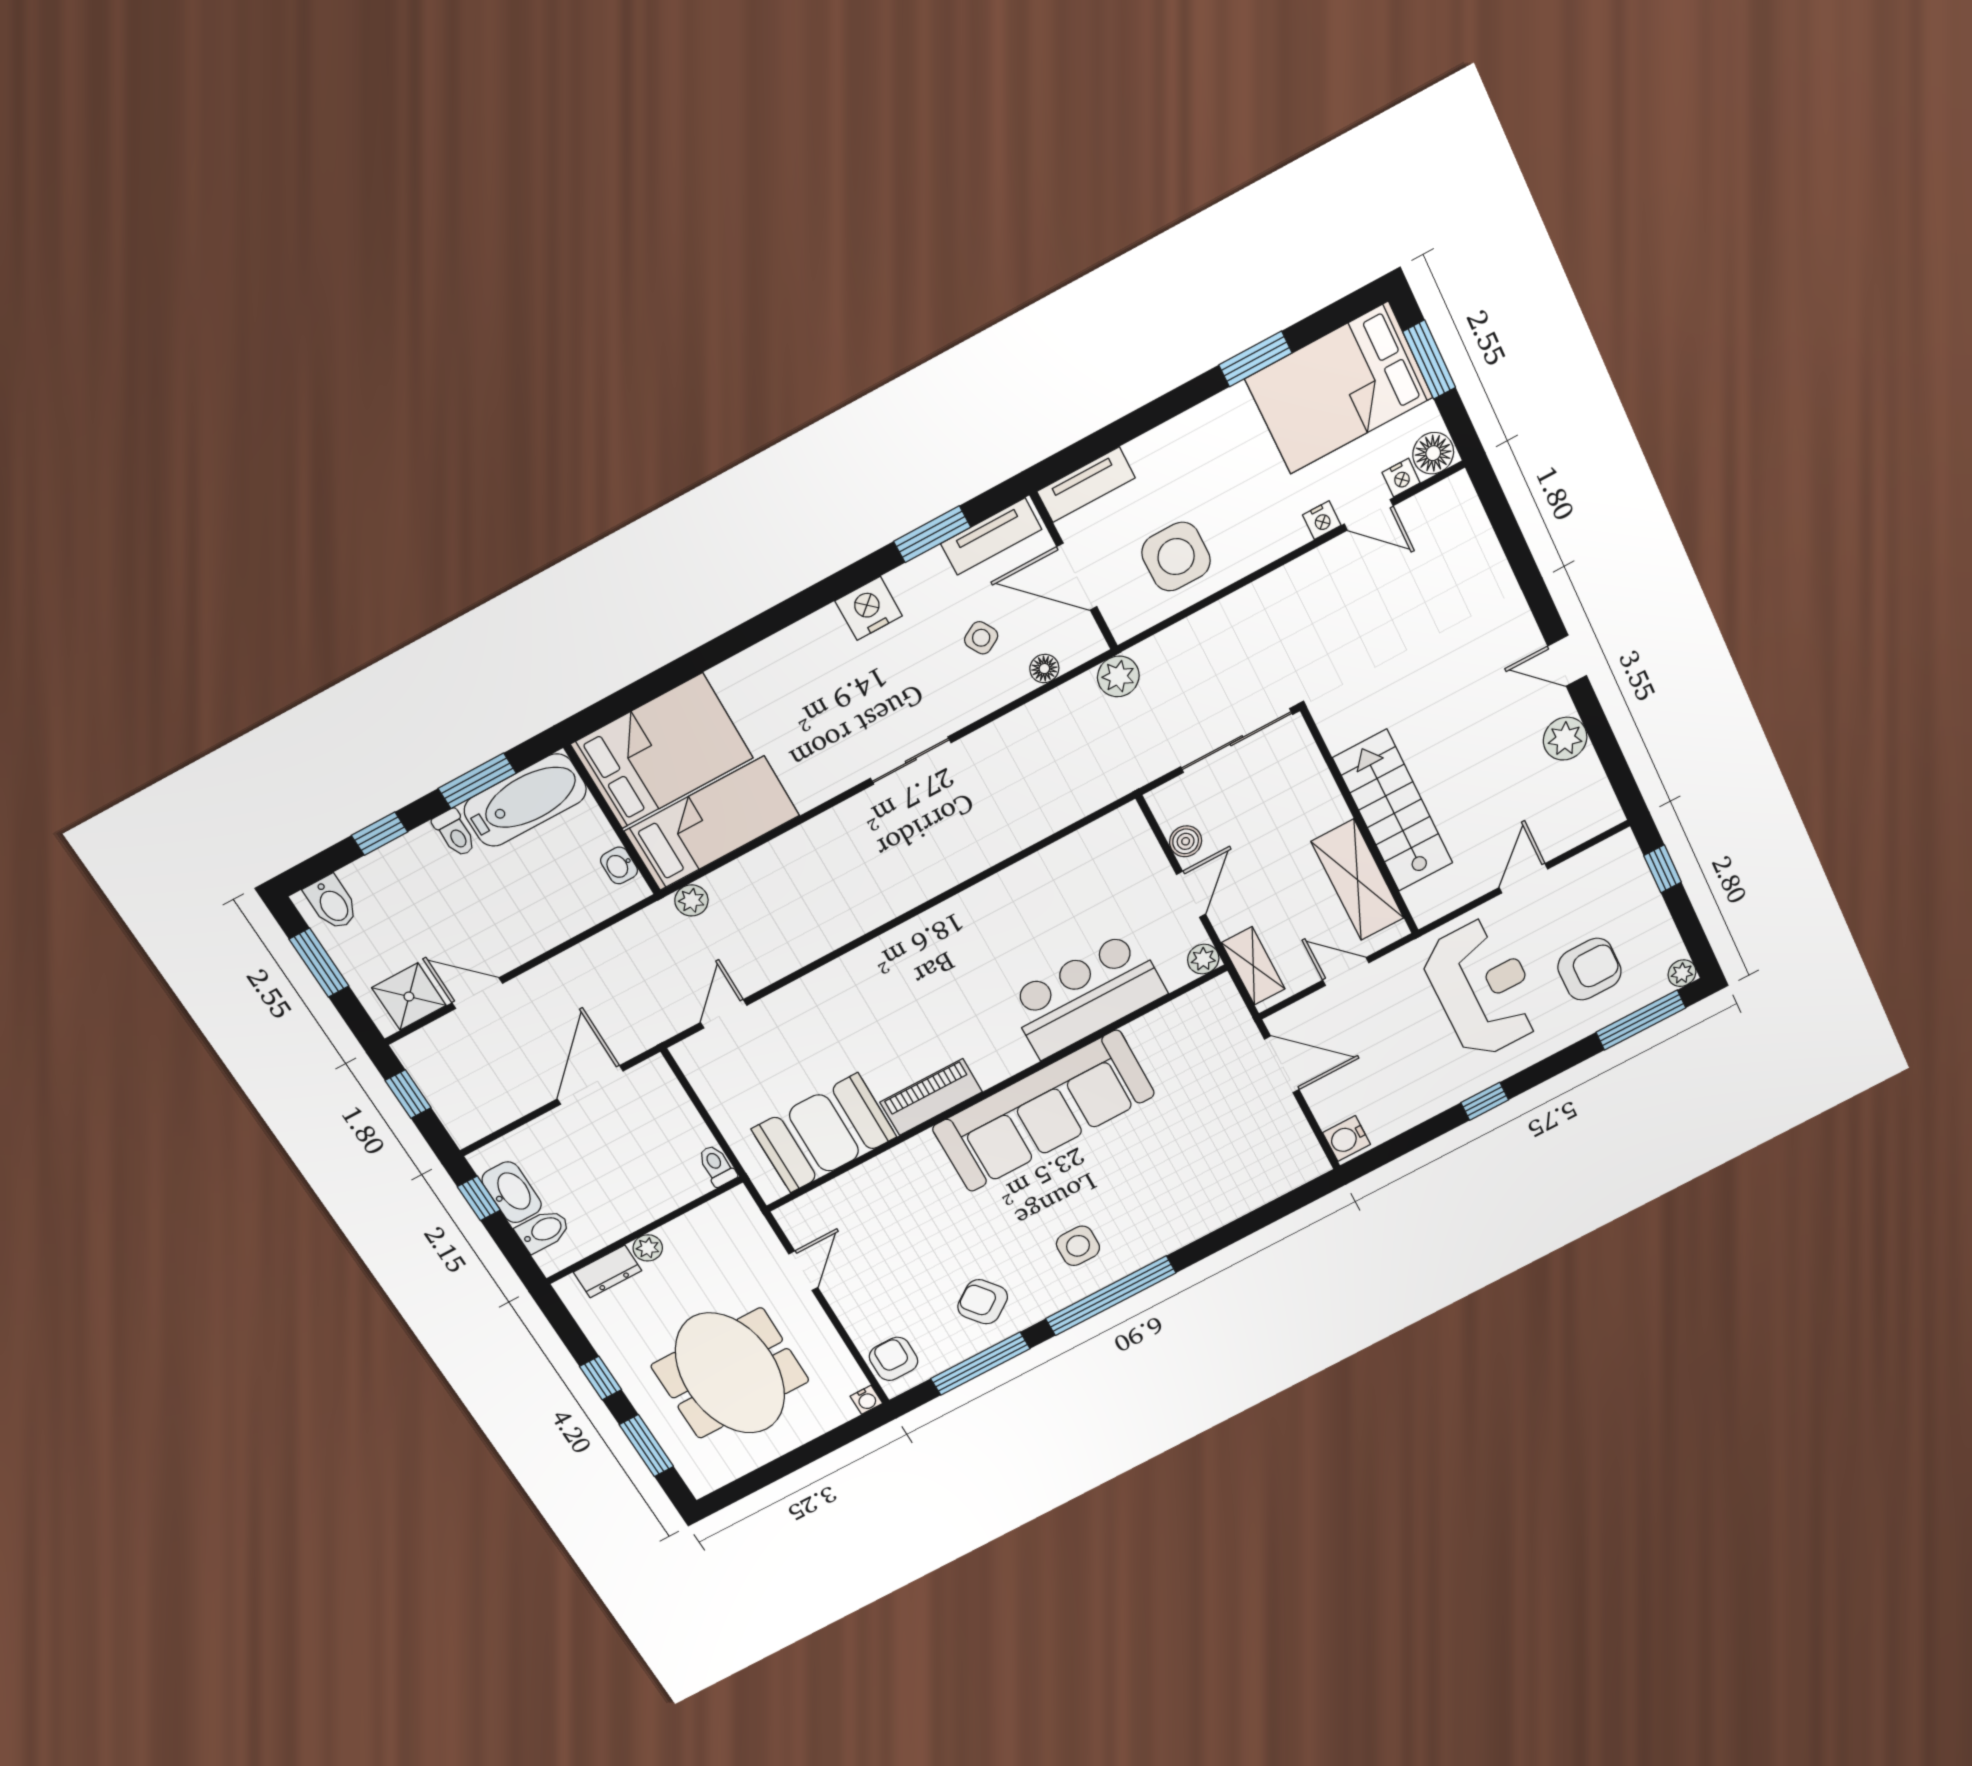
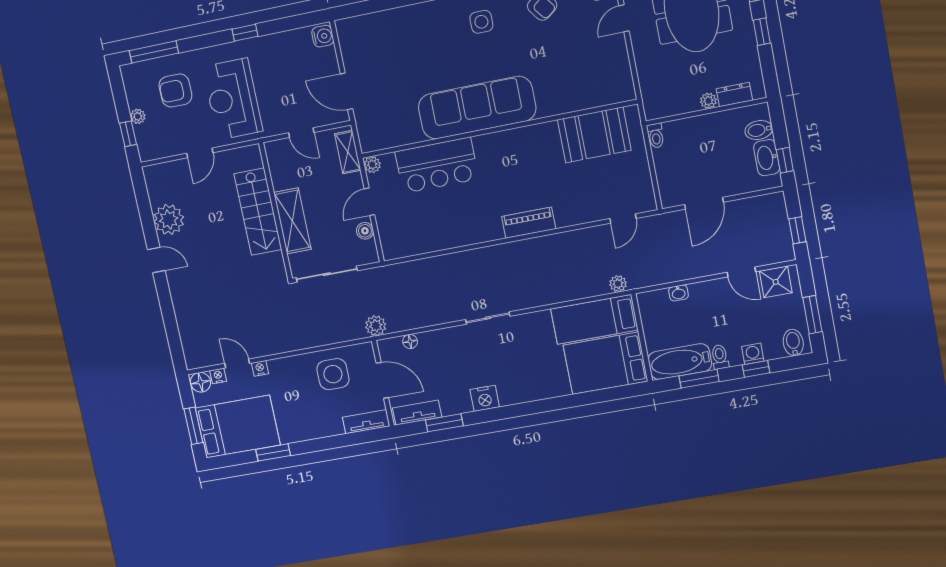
side table: (981, 638) -> (436, 366), removed
plant: (1565, 739) -> (169, 220), width x1.36, depth x1.36
washing machine: (397, 859) -> (753, 354), added
washbasin: (619, 865) -> (678, 293), moved, turned 90
shelving: (1358, 880) -> (292, 221), moved
plant: (1682, 973) -> (138, 116), moved
piano: (931, 1097) -> (529, 223), moved, turned 180
door: (803, 1271) -> (624, 18), moved

